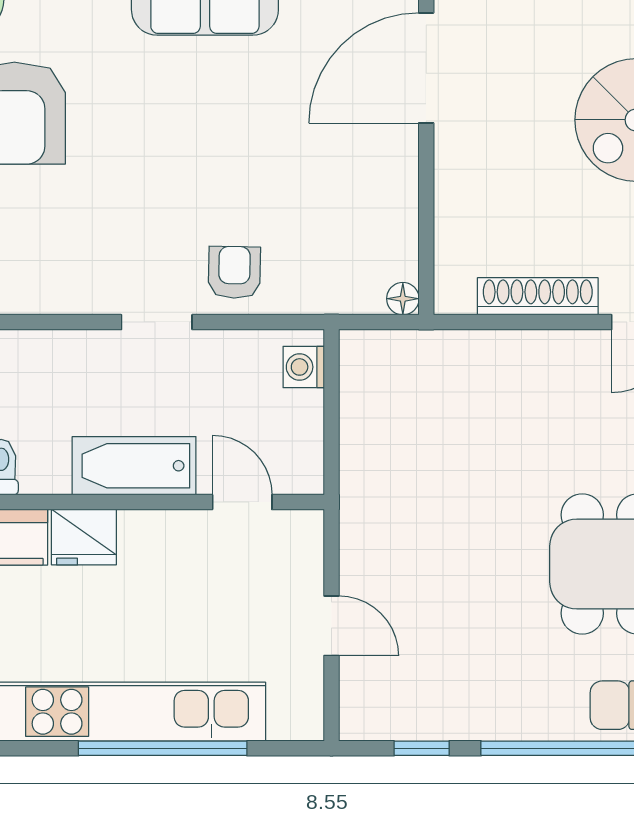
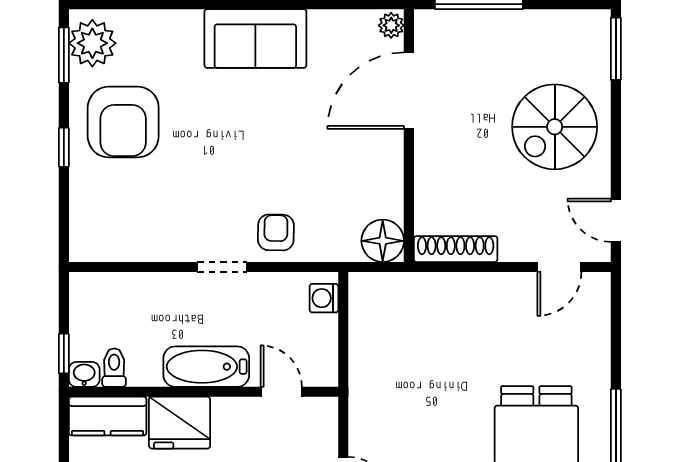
shoe rack: (538, 296) -> (456, 249), moved
floor lamp: (403, 299) -> (383, 241), width x1.89, depth x1.89
fridge: (84, 537) -> (180, 423), width x1.36, depth x1.34

